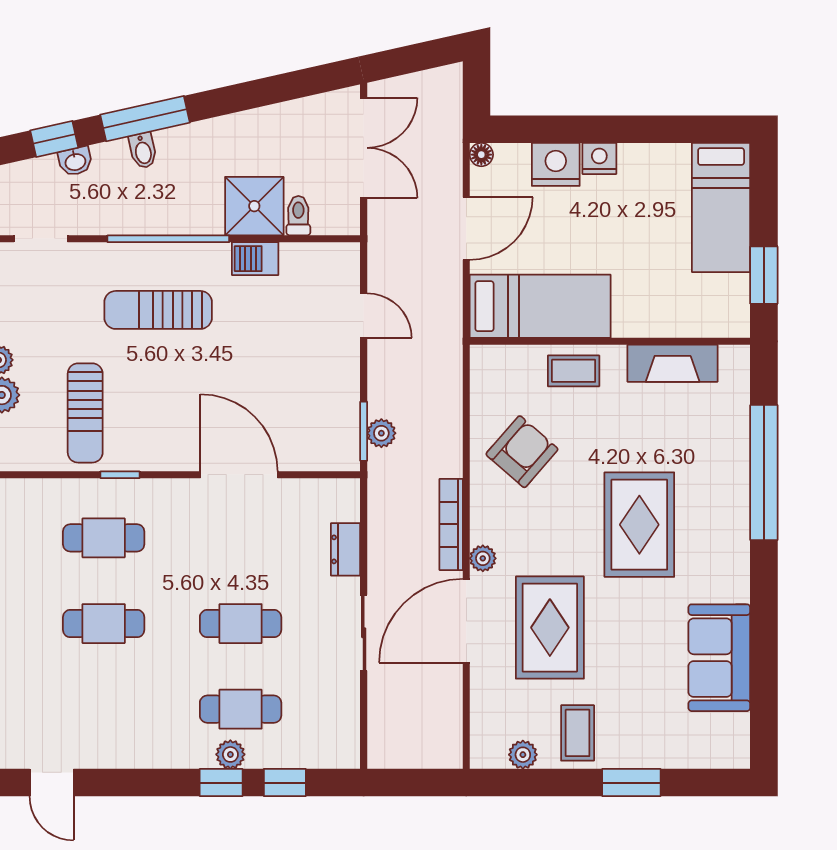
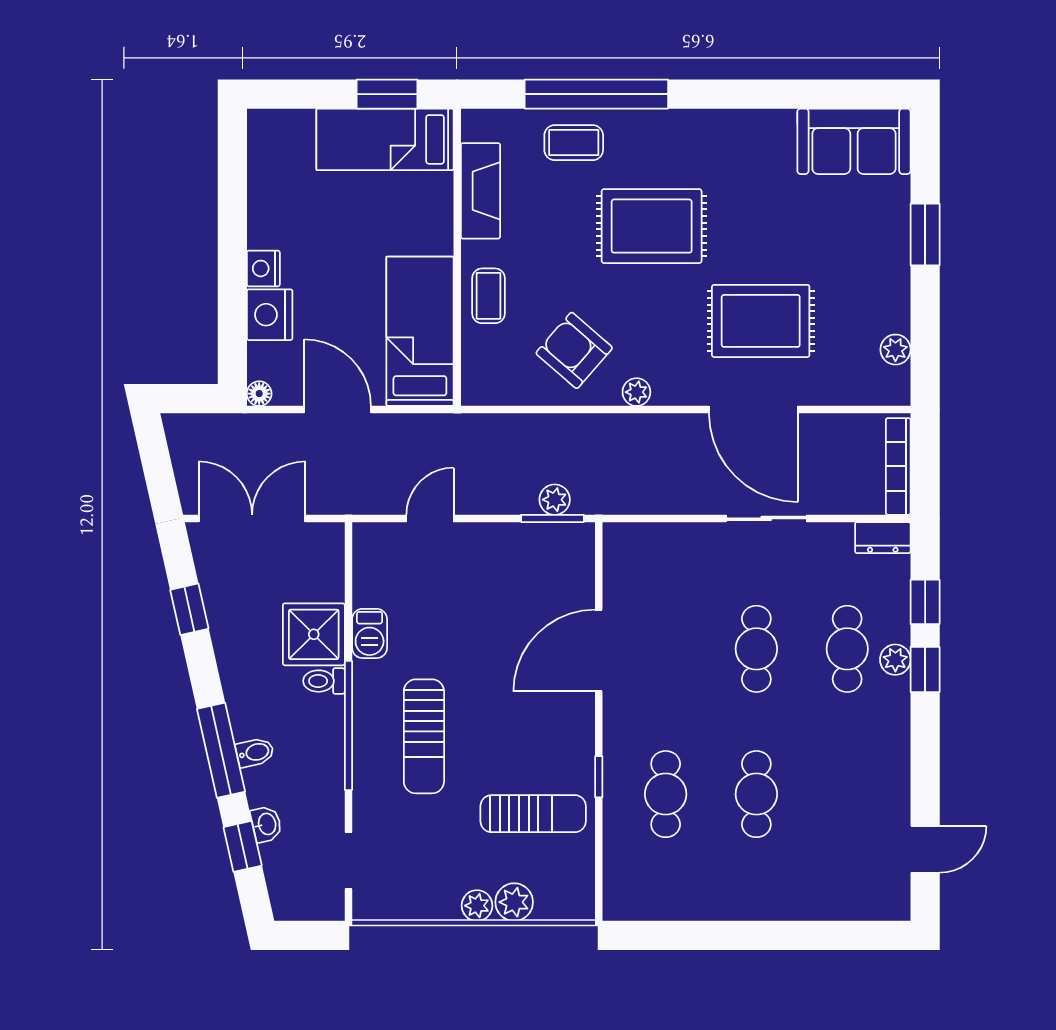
window: (278, 89) -> (189, 609), added
bed: (721, 208) -> (385, 139), moved, turned 180
toilet: (298, 216) -> (324, 681), moved
bookcase: (451, 524) -> (898, 466), moved, turned 90
dresser: (345, 549) -> (883, 538), moved
plant: (483, 558) -> (636, 392), moved
sofa: (719, 658) -> (854, 141), moved
coffee table: (578, 733) -> (574, 143), moved

